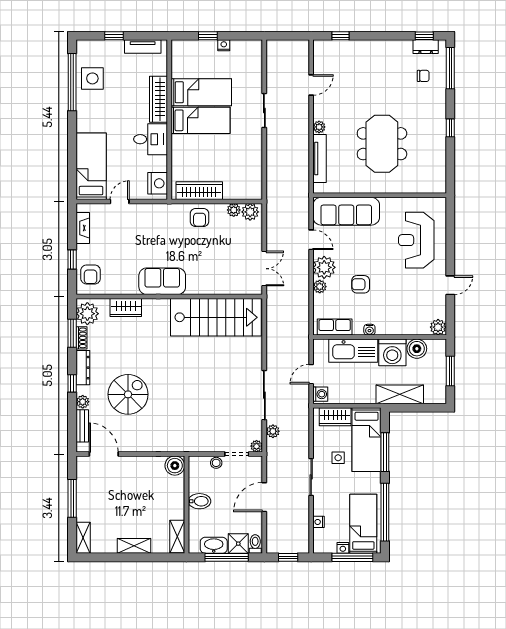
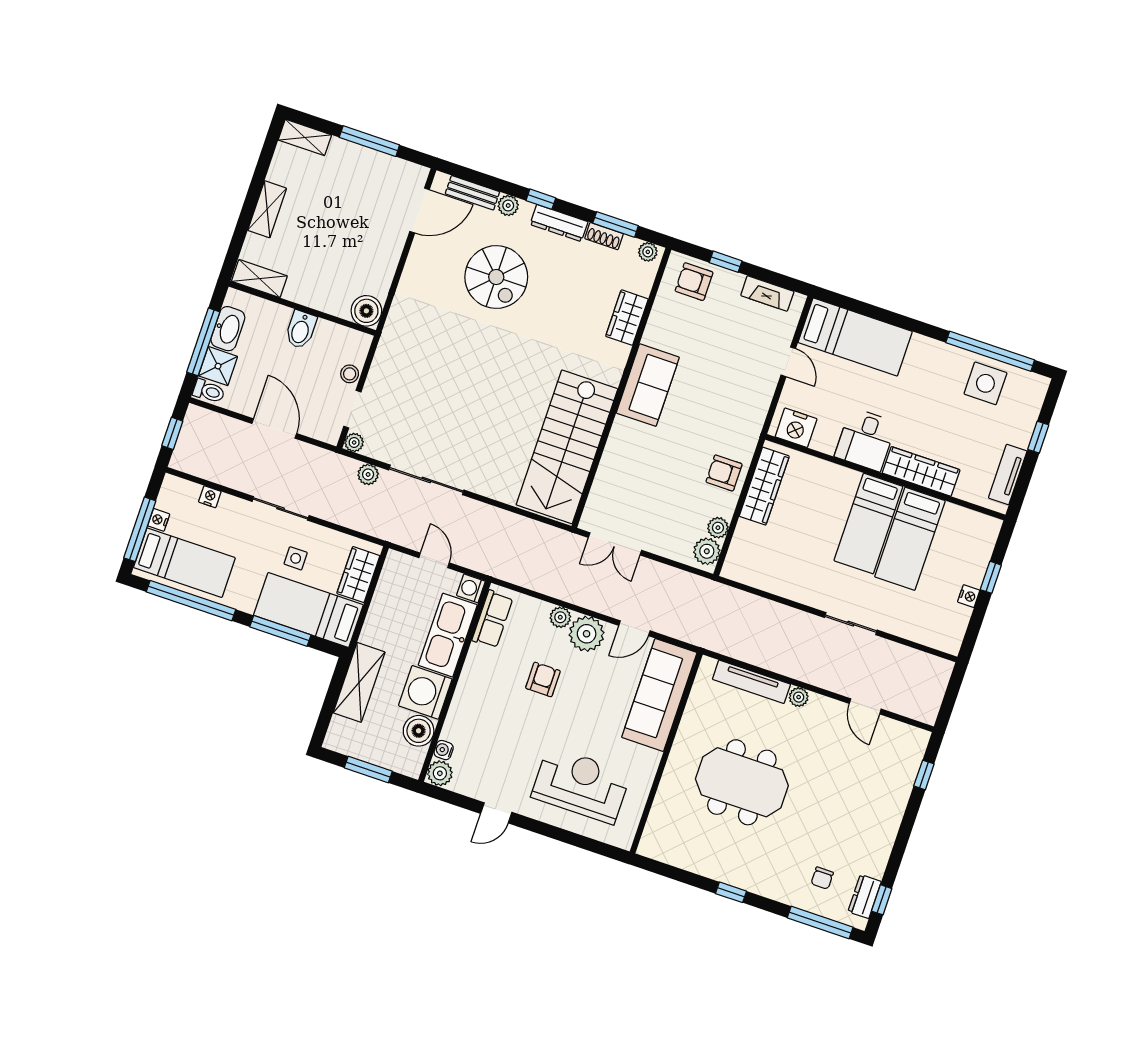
door: (450, 285) -> (496, 813), hinge flipped
plant: (87, 314) -> (648, 252), width x0.53, depth x0.53
water cooler: (369, 330) -> (444, 750), moved
washing machine: (320, 394) -> (471, 588), moved, turned 90

